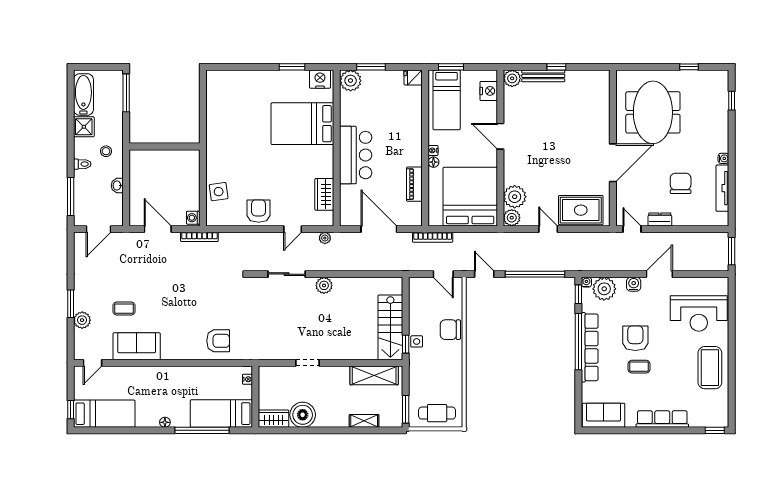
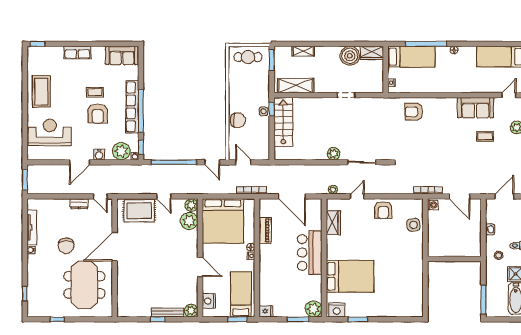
chair: (681, 183) -> (66, 246), moved
row of seats: (662, 419) -> (77, 53), width x0.68

